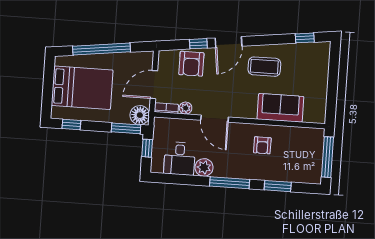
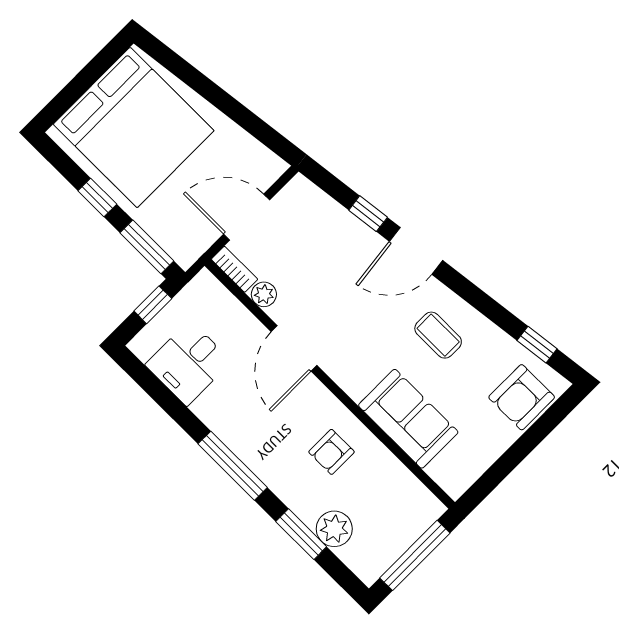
window: (101, 49) -> (214, 94), removed
armchair: (191, 64) -> (522, 397), moved
coffee table: (264, 67) -> (438, 335), width x0.73, depth x0.77
bed: (82, 88) -> (134, 127), width x1.36
floor lamp: (140, 115) -> (185, 245), removed
window: (71, 125) -> (97, 198), moved
plant: (204, 167) -> (334, 529), moved

